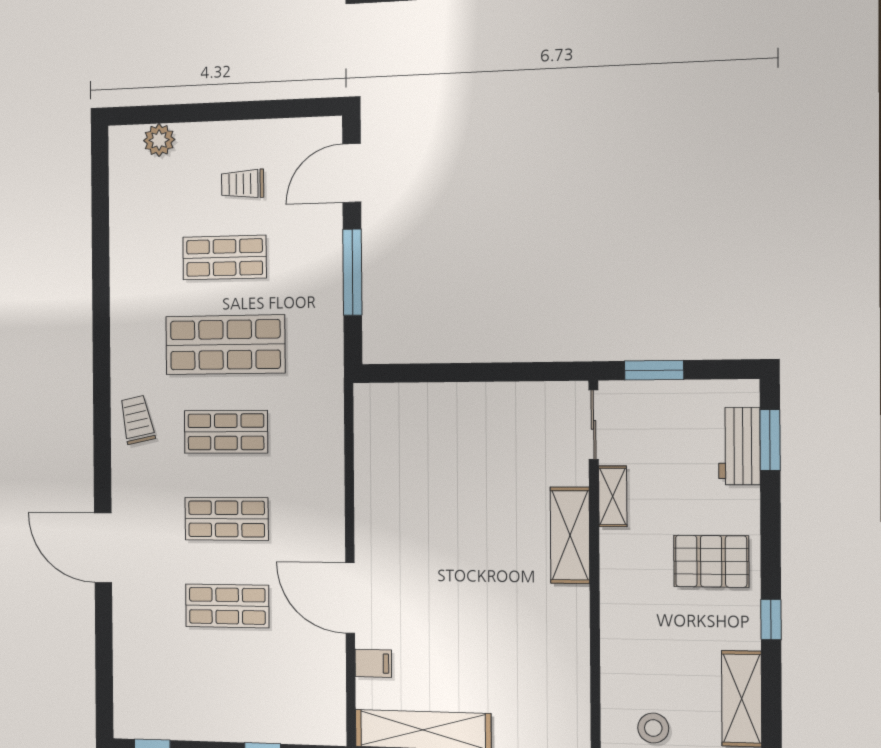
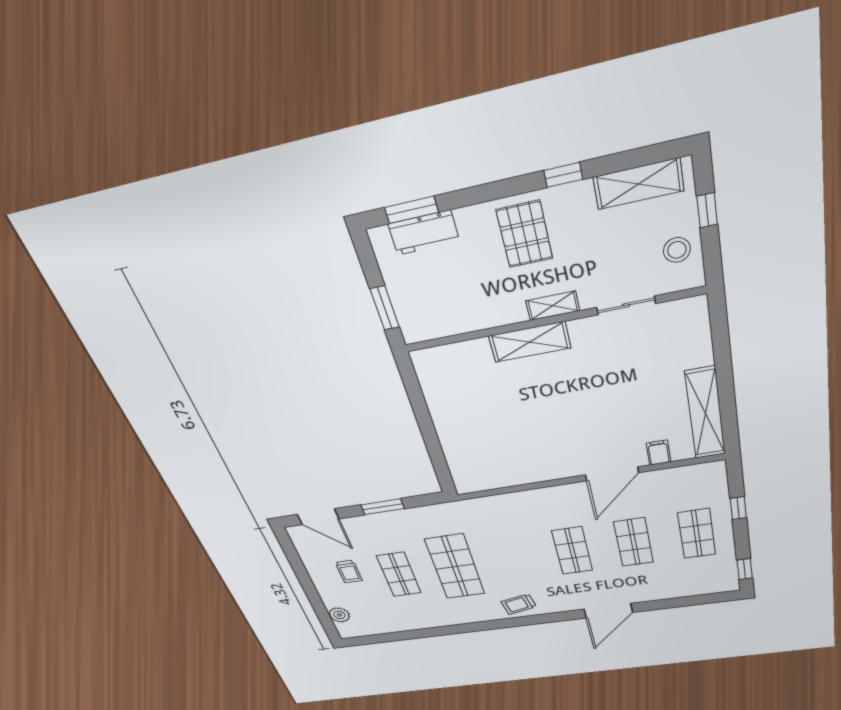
window: (352, 272) -> (383, 507), width x0.69
sliding door: (594, 425) -> (626, 305), moved
shop shelf: (226, 432) -> (697, 534), moved
shelving: (613, 496) -> (553, 306), moved

